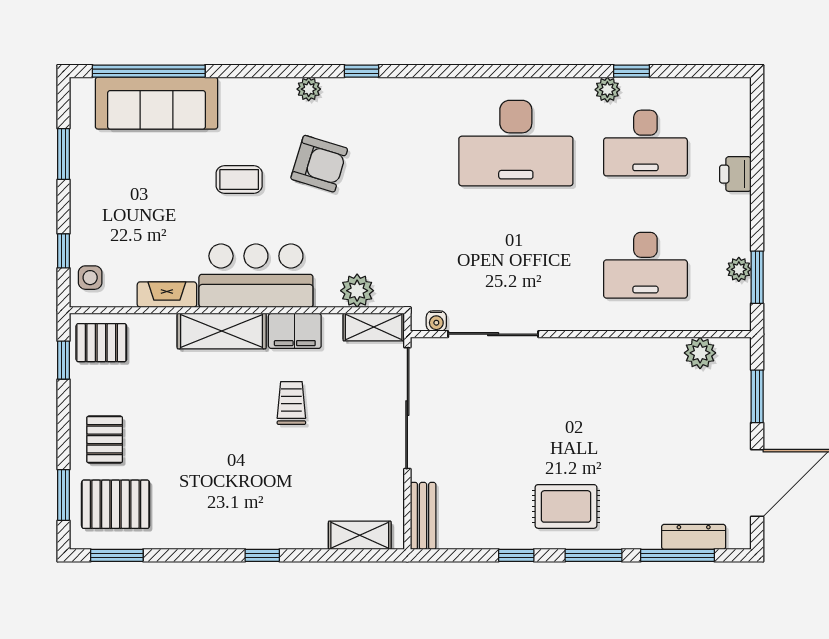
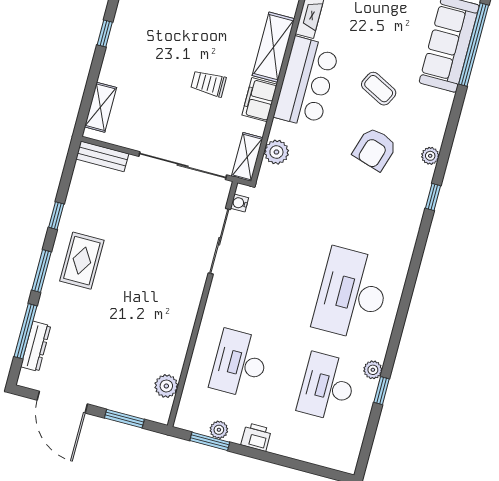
printer: (735, 174) -> (256, 437), moved
coffee table: (239, 179) -> (379, 89), turned -63
trolley: (291, 403) -> (208, 83), turned 180

